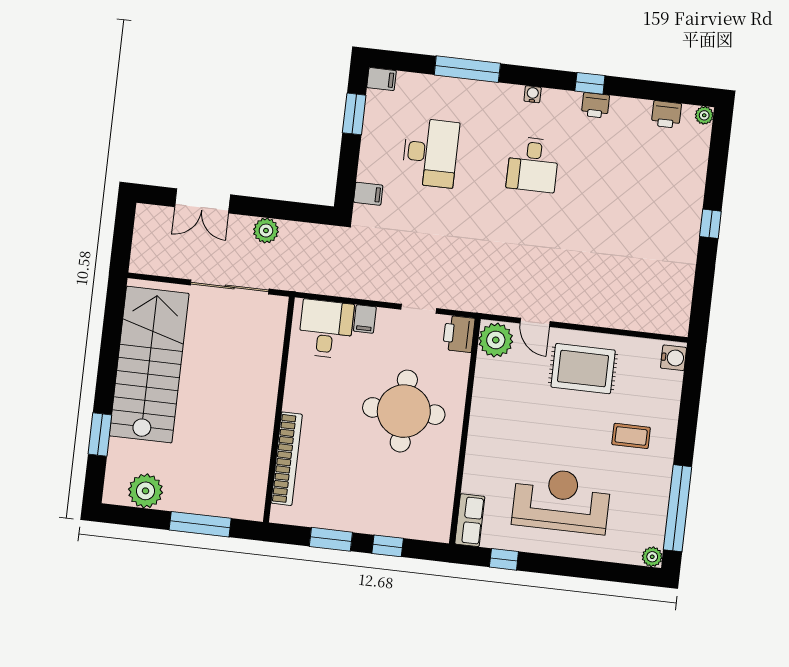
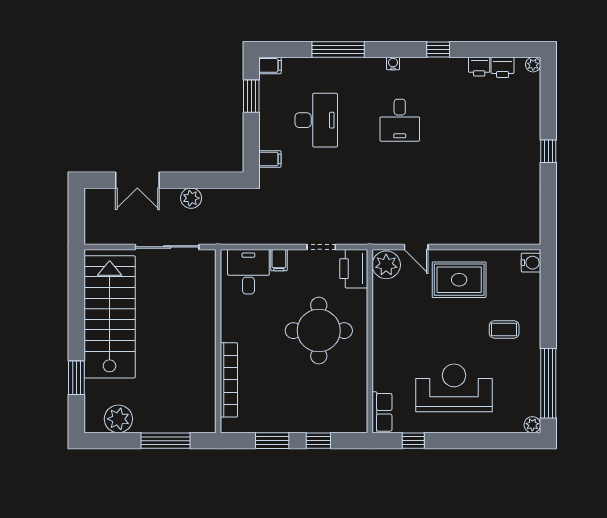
printer: (595, 105) -> (479, 67), moved
printer: (459, 334) -> (354, 269), width x1.37, depth x1.19

